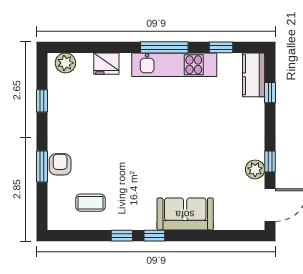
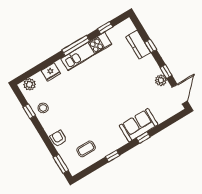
kitchen counter: (254, 75) -> (138, 45), moved
window: (270, 93) -> (151, 46), moved
stool: (65, 108) -> (43, 108), added
window: (42, 166) -> (61, 164), moved
window: (154, 236) -> (143, 138), moved

